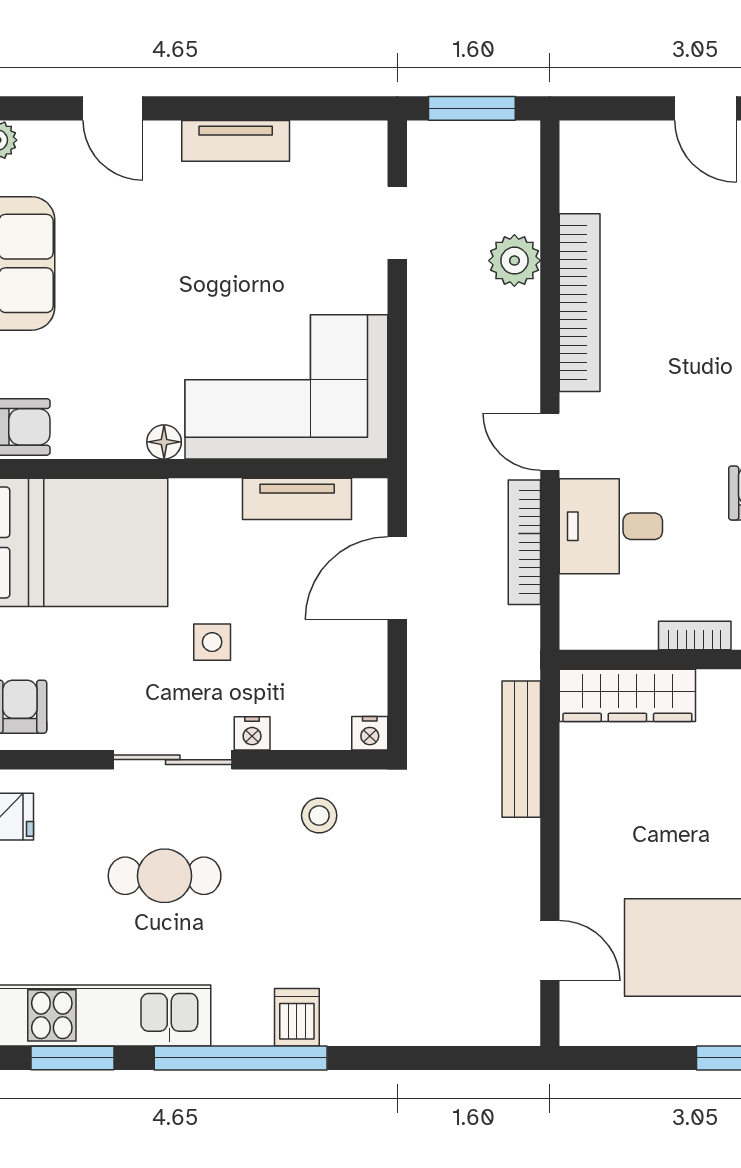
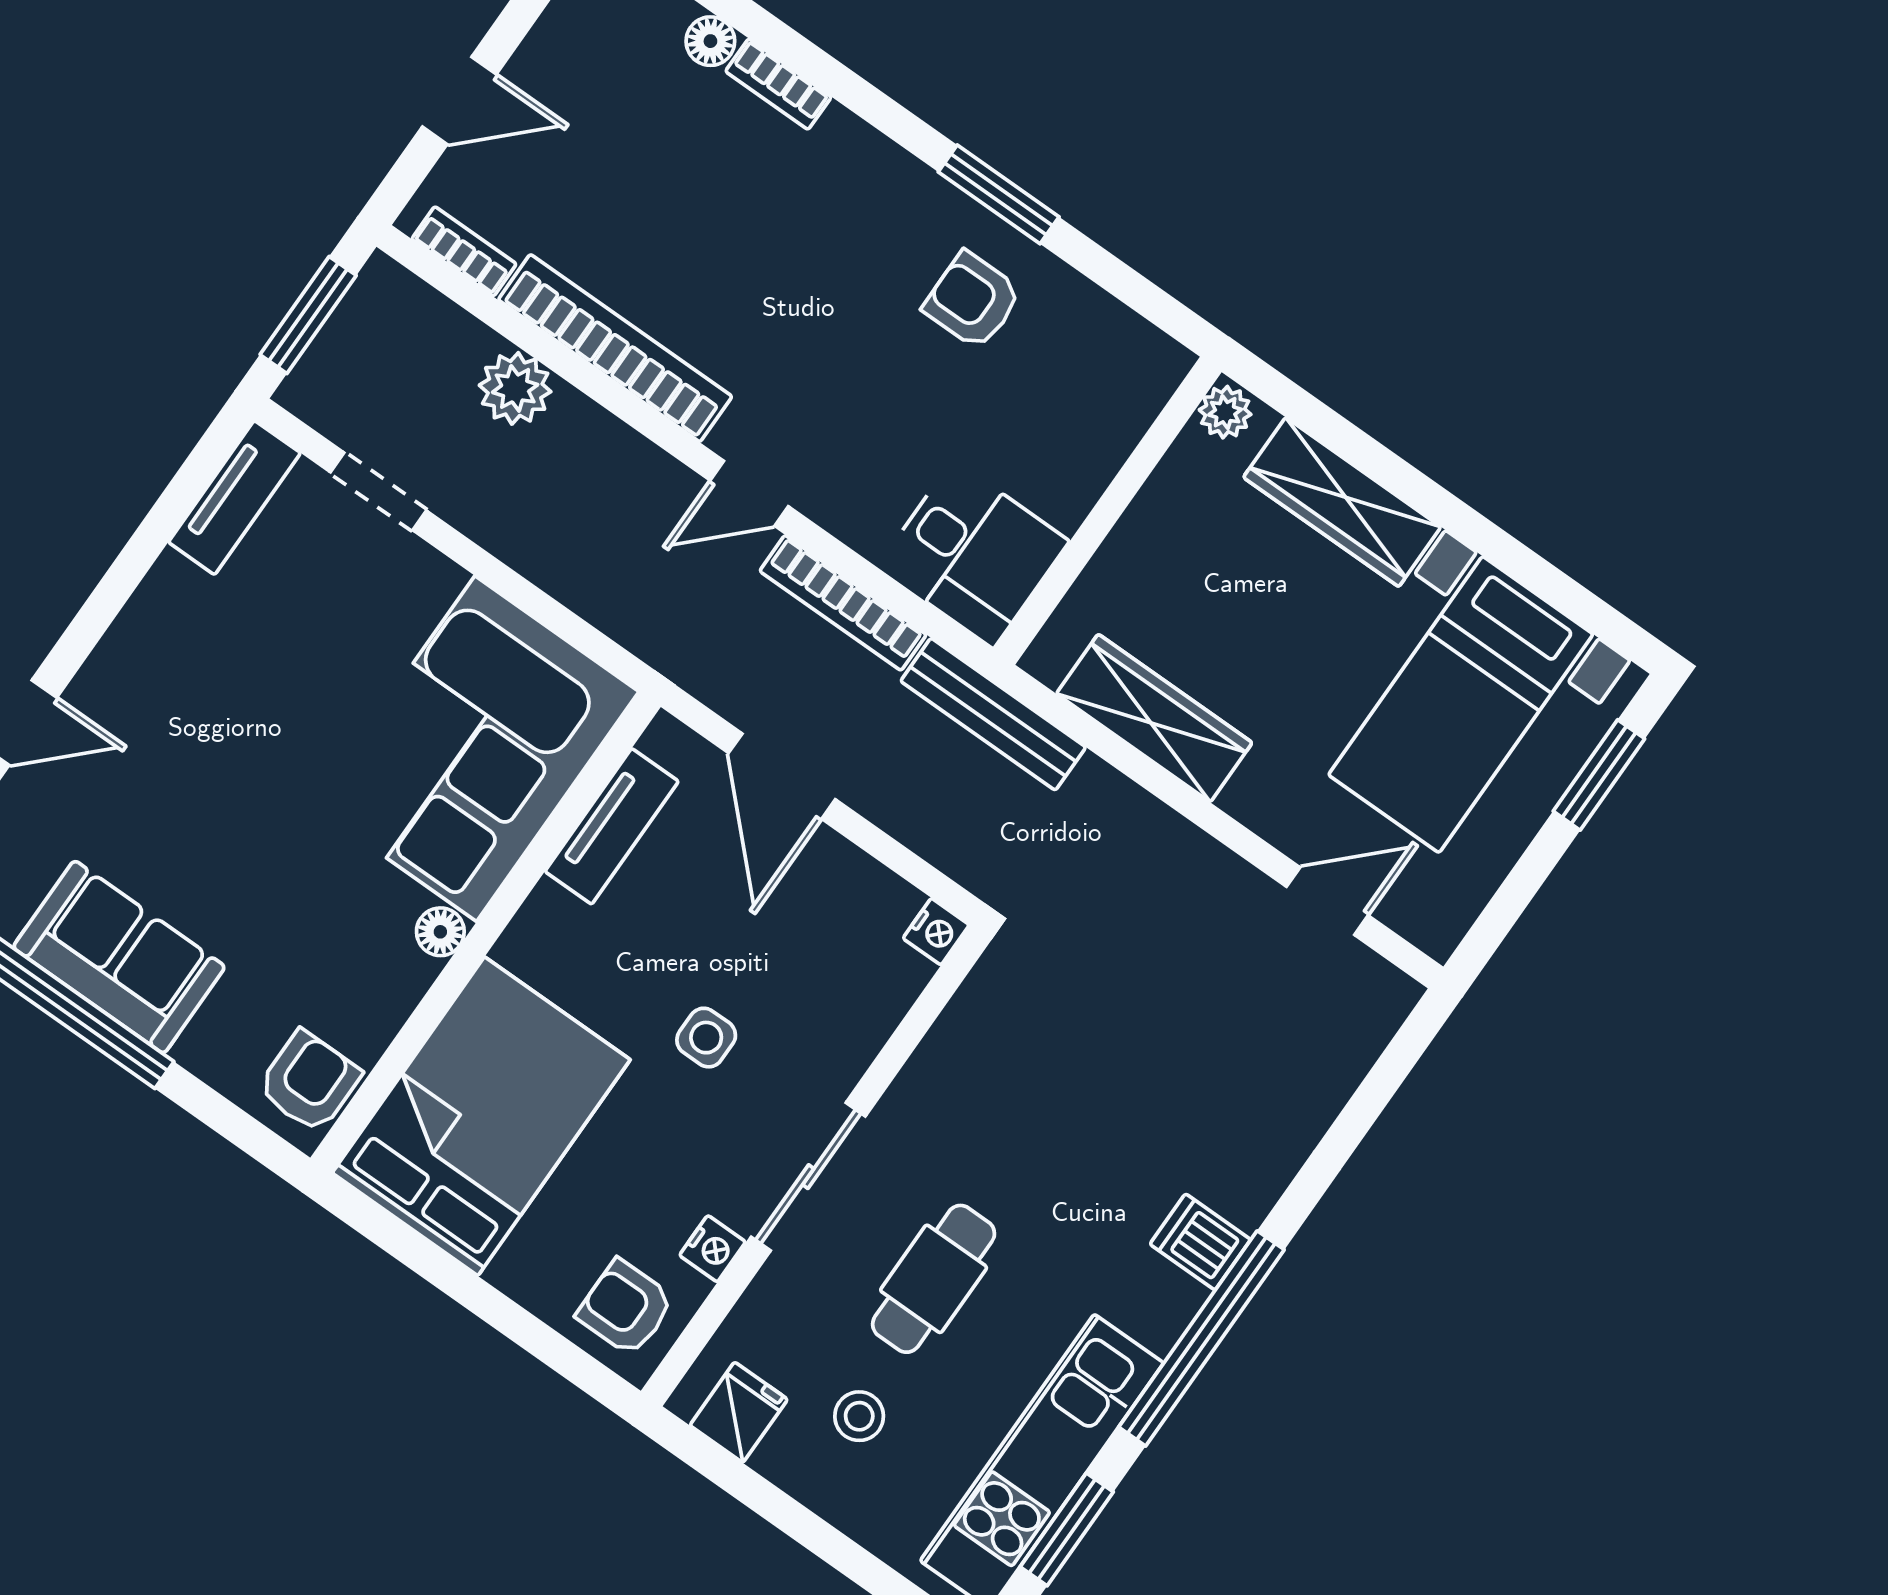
door: (706, 108) -> (459, 101), moved
tv unit: (236, 141) -> (234, 498), moved
desk: (611, 526) -> (973, 554), moved, turned -90
bookcase: (695, 636) -> (464, 251), moved, turned 90
wardrobe: (627, 695) -> (1154, 718), moved, turned -90
nightstand: (252, 733) -> (713, 1249), moved
bench: (521, 749) -> (993, 714), moved
stool: (319, 815) -> (859, 1416), moved

